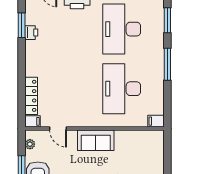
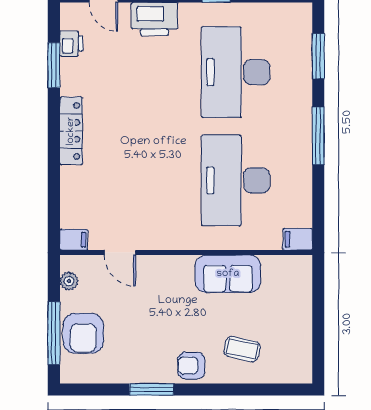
printer: (31, 33) -> (71, 43), moved
locker: (31, 96) -> (71, 131), moved
sofa: (96, 140) -> (228, 274), moved

